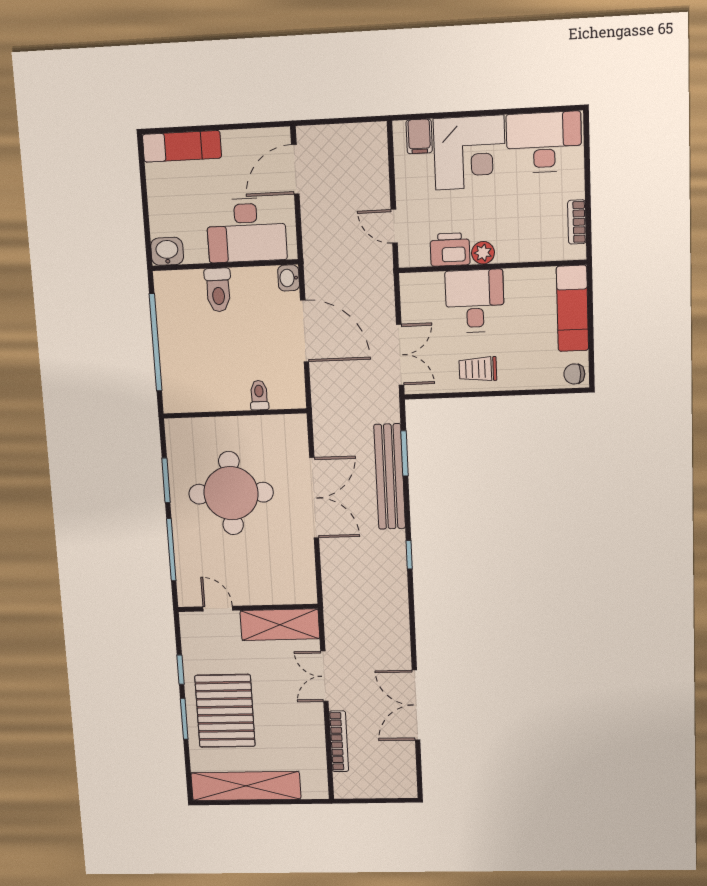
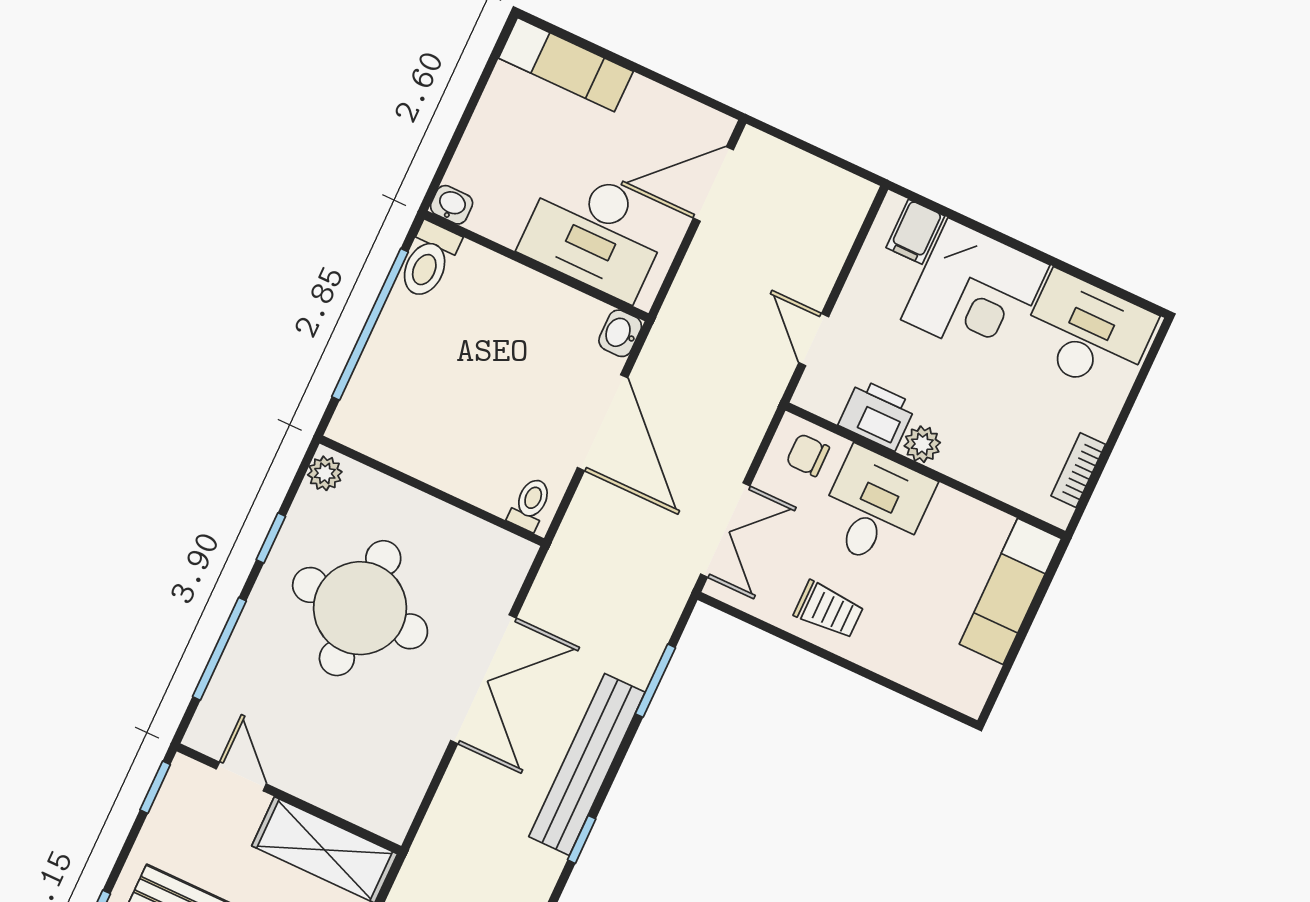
washbasin: (167, 251) -> (452, 205), width x0.72, depth x0.69
toilet: (218, 290) -> (429, 260), moved
trolley: (478, 369) -> (829, 610), turned 180
chair: (574, 374) -> (808, 455), moved
toilet: (259, 395) -> (530, 504), moved
plant: (175, 433) -> (325, 473), added
bench: (390, 477) -> (587, 764), moved
window: (166, 480) -> (271, 538), width x0.67
window: (180, 670) -> (155, 787), moved

